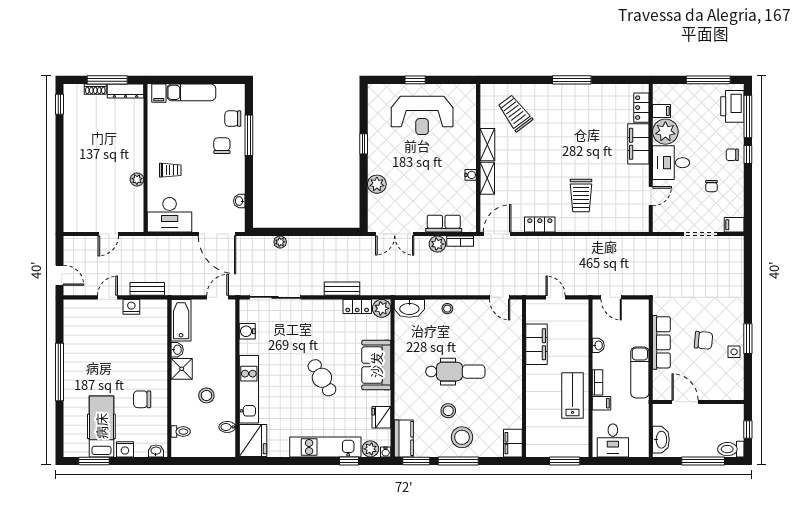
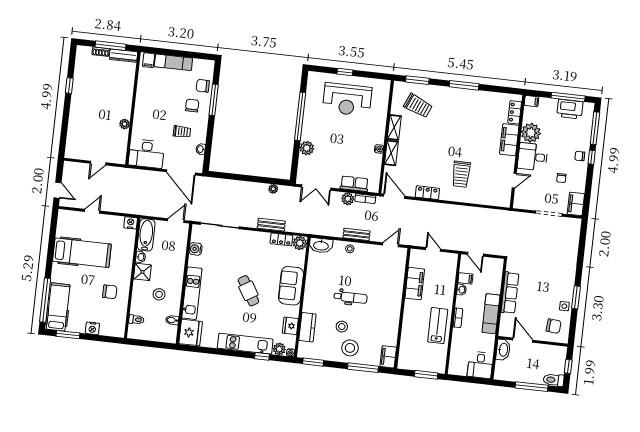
window: (510, 80) -> (417, 80), added
window: (60, 104) -> (69, 86), moved
printer: (732, 106) -> (570, 109), moved, turned -90
filing cabinet: (662, 111) -> (531, 101), moved
trolley: (515, 113) -> (418, 106), turned 150
window: (364, 144) -> (300, 116), width x3.17
trolley: (170, 170) -> (182, 132), moved
filing cabinet: (734, 225) -> (576, 204), width x2.00
door: (497, 234) -> (394, 196), hinge flipped
plant: (280, 242) -> (273, 189), moved
bench: (147, 289) -> (356, 234), moved
door: (500, 297) -> (391, 245), swing flipped
nightstand: (131, 307) -> (131, 223), moved
chair: (703, 340) -> (554, 326), moved
hospital bed: (100, 353) -> (82, 253), added
window: (60, 372) -> (45, 300), moved
dental chair: (455, 372) -> (351, 297), width x0.73, depth x0.72
chair: (142, 399) -> (110, 292), turned 180
filing cabinet: (602, 403) -> (465, 278), moved
hospital bed: (101, 426) -> (58, 307), moved
kitchen counter: (404, 438) -> (307, 327), moved
desk: (613, 440) -> (480, 365), moved
washbasin: (661, 440) -> (503, 350), moved
washbasin: (156, 451) -> (116, 332), removed
window: (458, 461) -> (363, 368), moved

